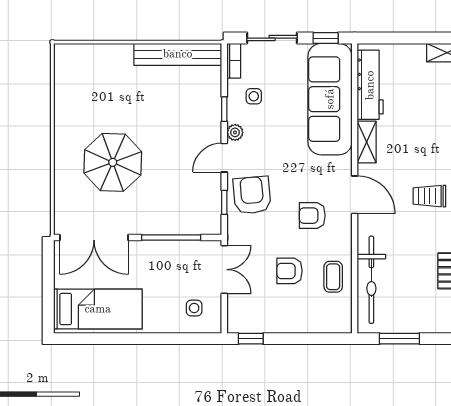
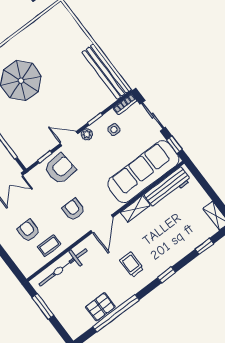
armchair: (290, 271) -> (28, 231), moved

